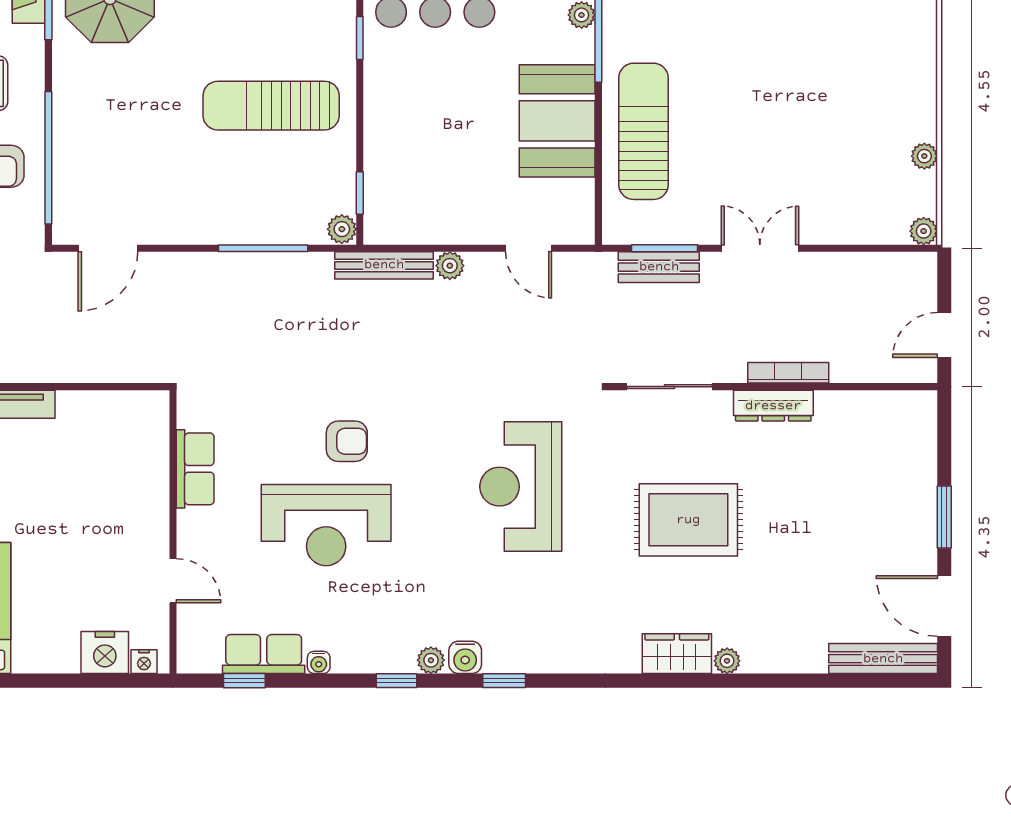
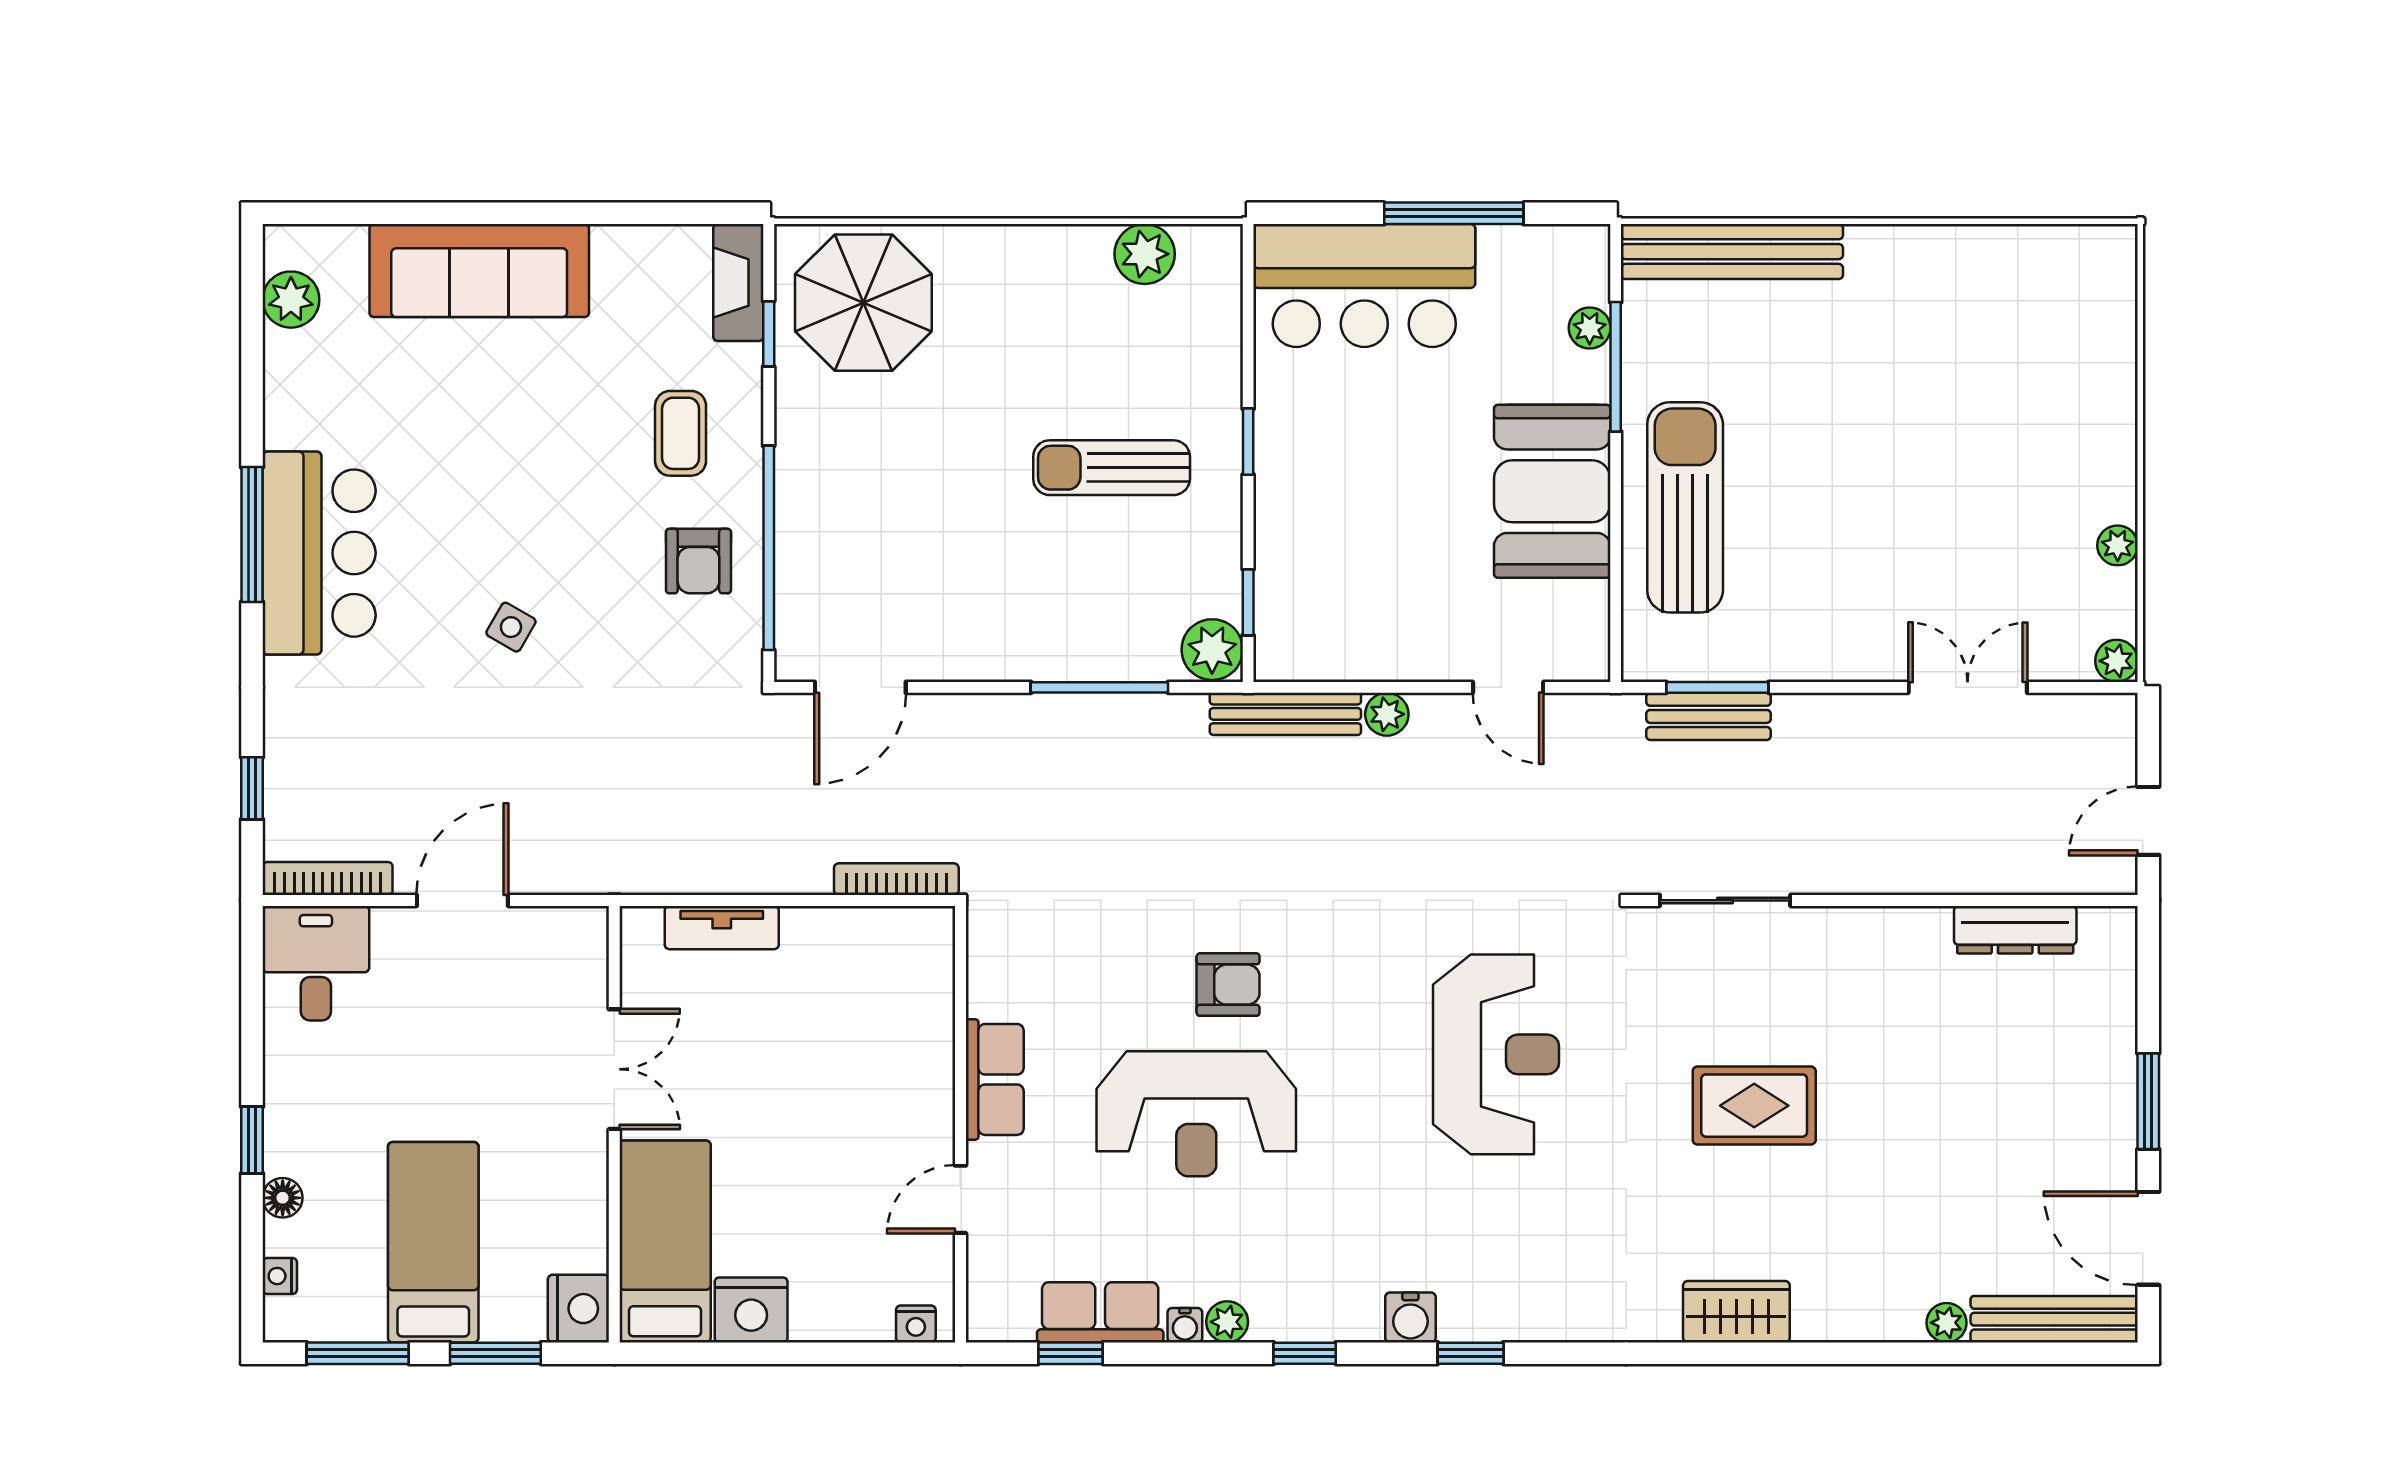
window: (360, 38) -> (1248, 442), moved
sun lounger: (271, 106) -> (1112, 468), width x0.73, depth x0.75
plant: (342, 229) -> (1212, 650), width x1.38, depth x1.38
double door: (760, 248) -> (1968, 687), moved
bookcase: (788, 373) -> (896, 879), moved
dresser: (773, 406) -> (2015, 930), moved
row of seats: (195, 469) -> (995, 1079), moved
reception desk: (521, 487) -> (1496, 1054), turned 180
rug: (688, 520) -> (1754, 1106), width x0.73, depth x0.70
door: (173, 581) -> (960, 1199), swing flipped
nightstand: (105, 653) -> (751, 1310), moved
plant: (431, 660) -> (1227, 1322), moved
plant: (727, 661) -> (1947, 1323), moved

